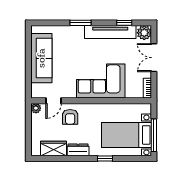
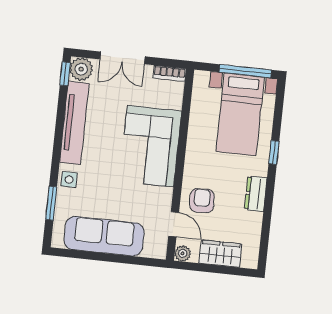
window: (81, 23) -> (51, 203), moved
window: (124, 23) -> (65, 74), moved
side table: (75, 32) -> (69, 179), added
armchair: (70, 117) -> (202, 201), turned -92
wardrobe: (54, 149) -> (220, 254), moved, turned 90

